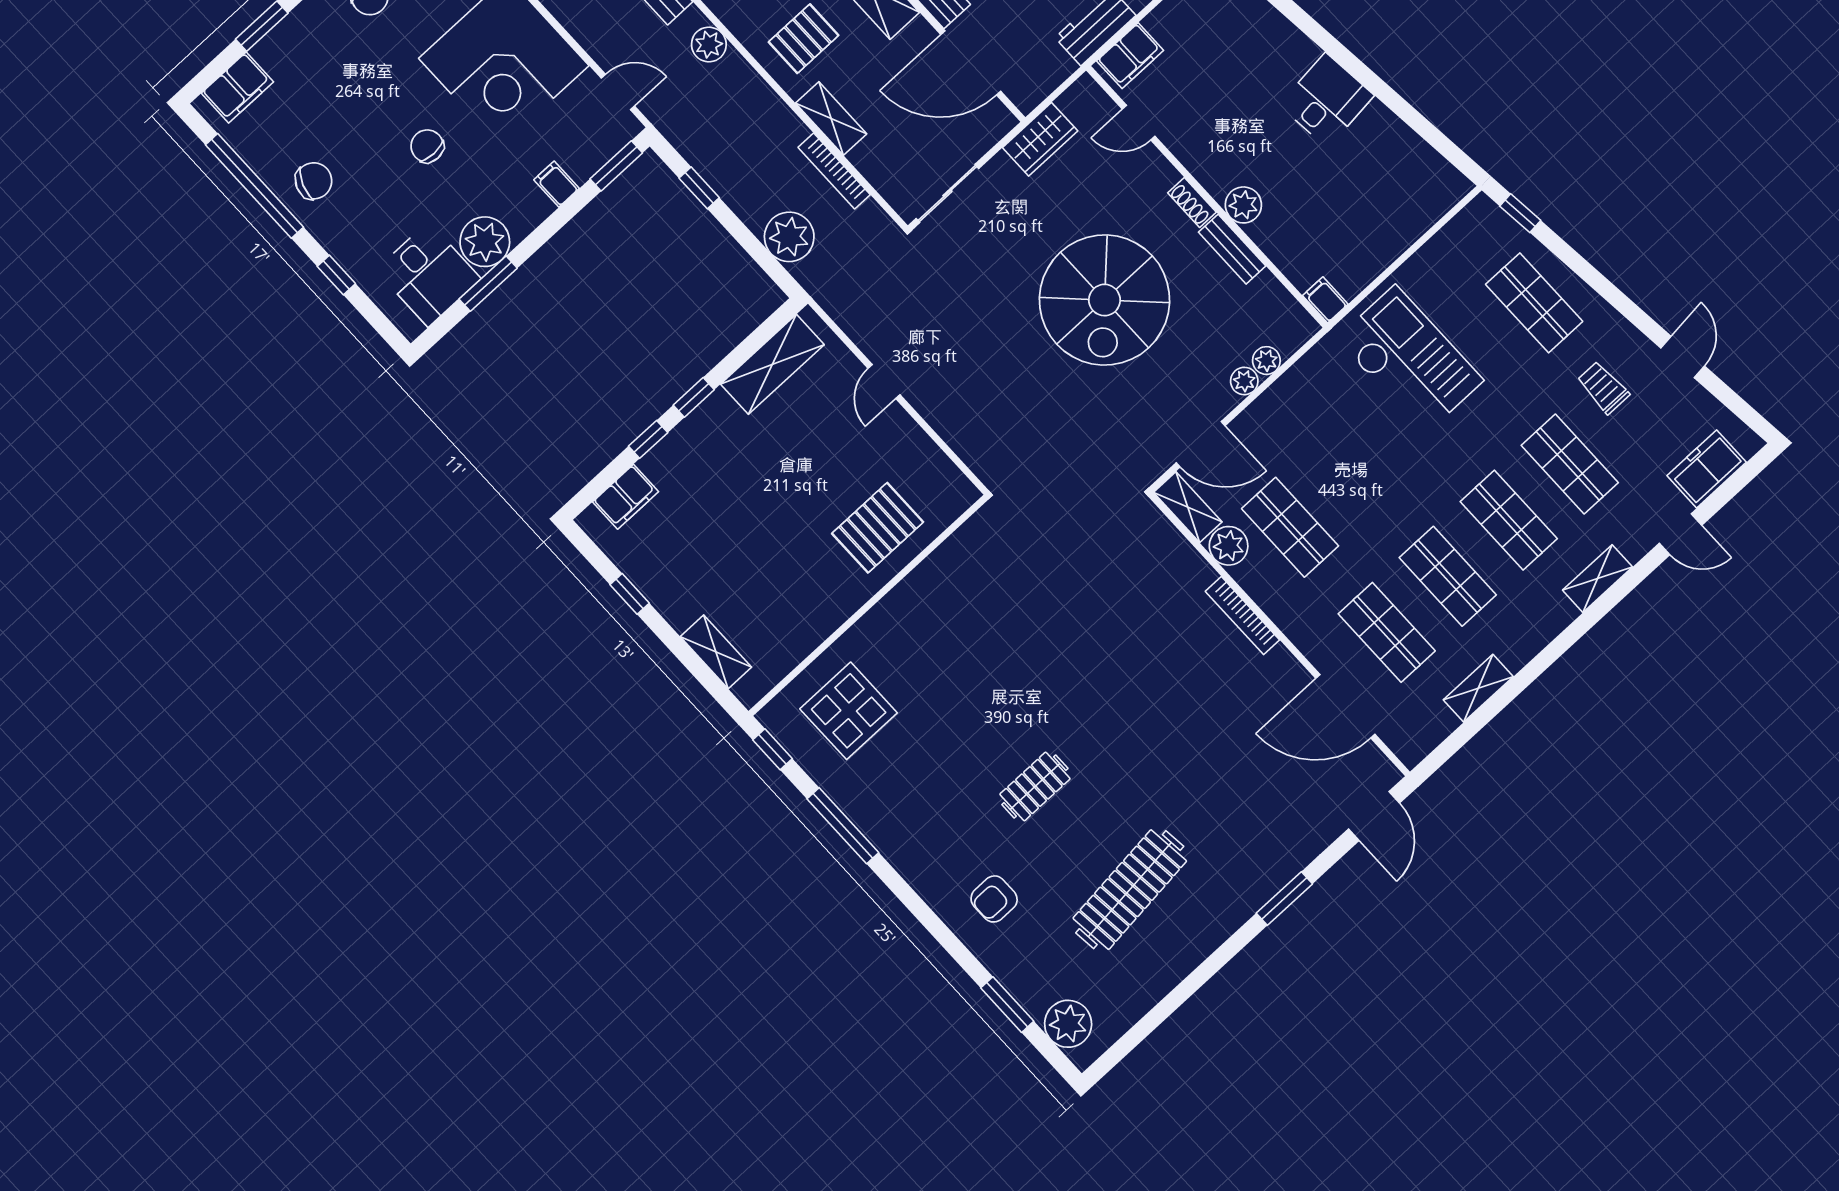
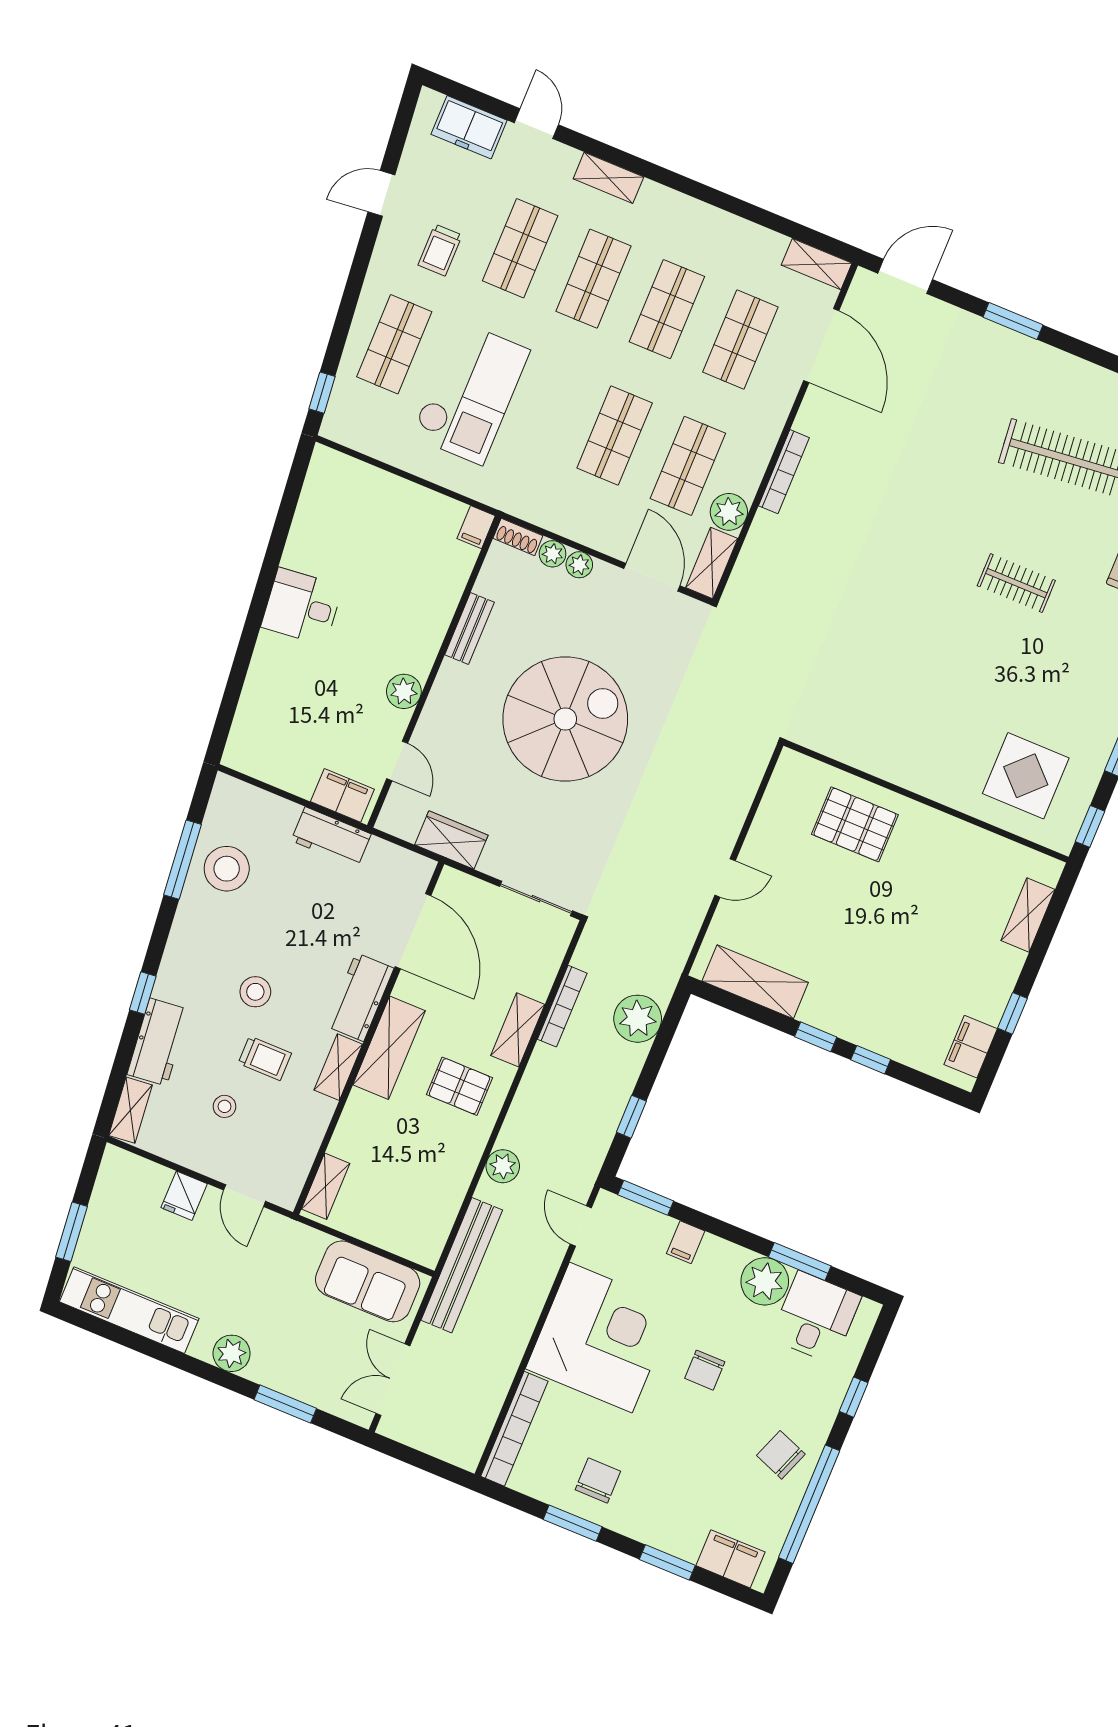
shoe rack: (1192, 202) -> (518, 537), moved, turned 90
plant: (1243, 205) -> (404, 691), moved
checkout: (1410, 360) -> (470, 393), moved, turned 180
shop shelf: (1351, 471) -> (615, 436), added
filing cabinet: (625, 497) -> (971, 1047), moved, turned -90
shelving: (1478, 688) -> (817, 264), moved

